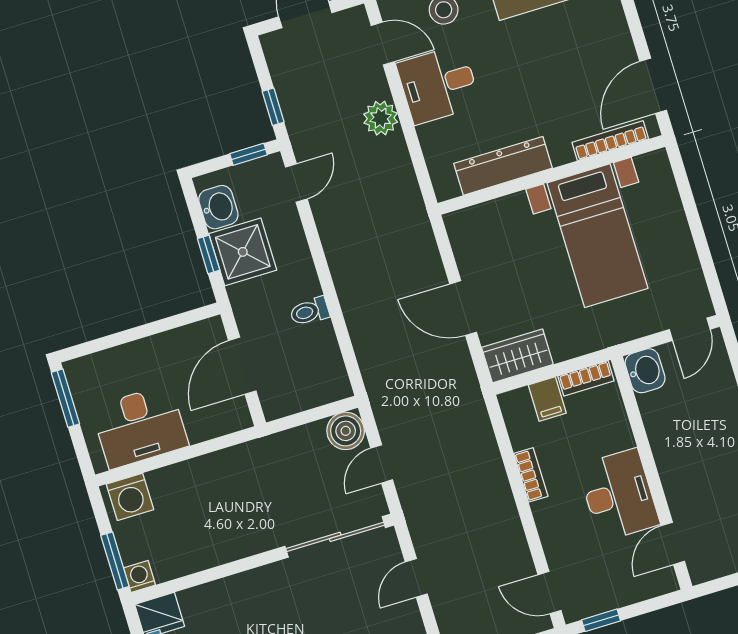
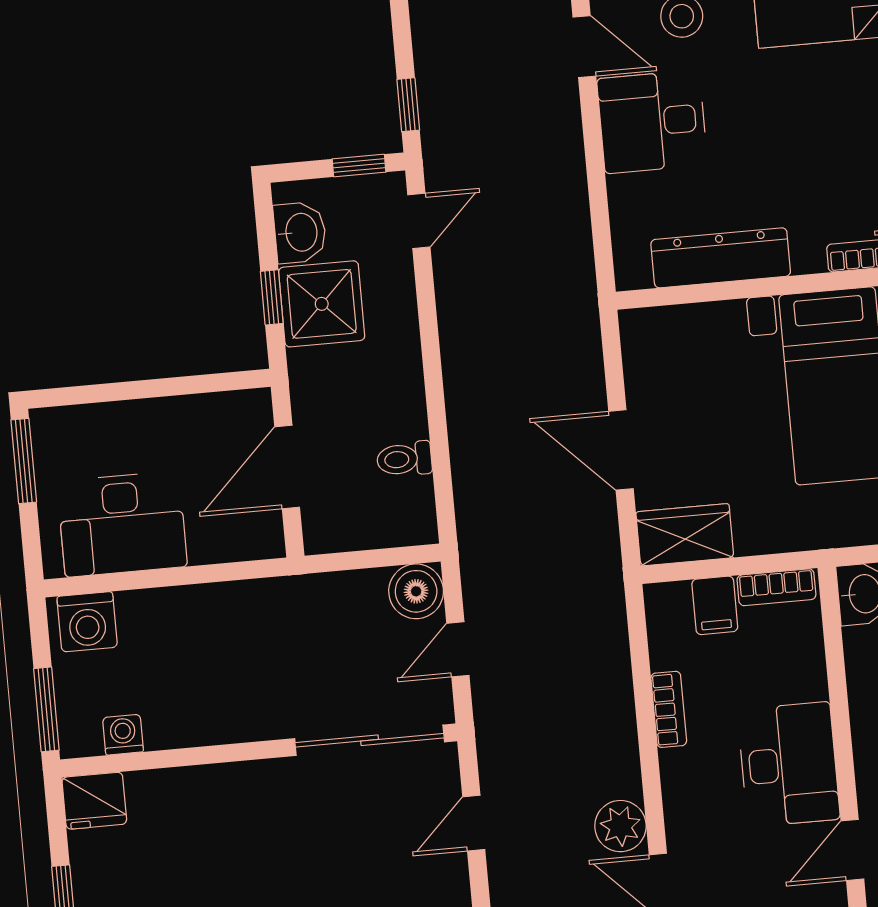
plant: (381, 118) -> (620, 826), moved
toilet: (310, 311) -> (404, 459), moved
washing machine: (140, 576) -> (123, 735), moved

